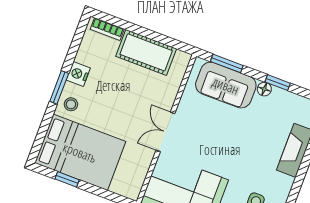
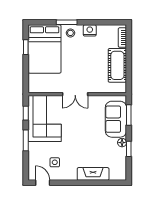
window: (59, 87) -> (67, 22), moved
double door: (165, 132) -> (75, 94), swing flipped

